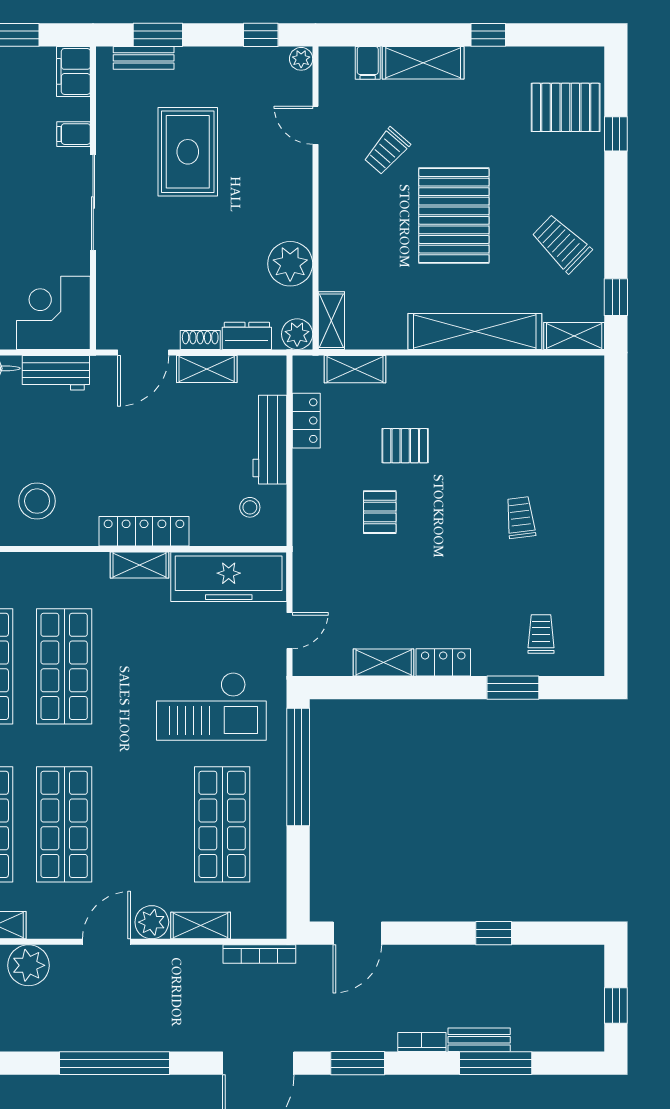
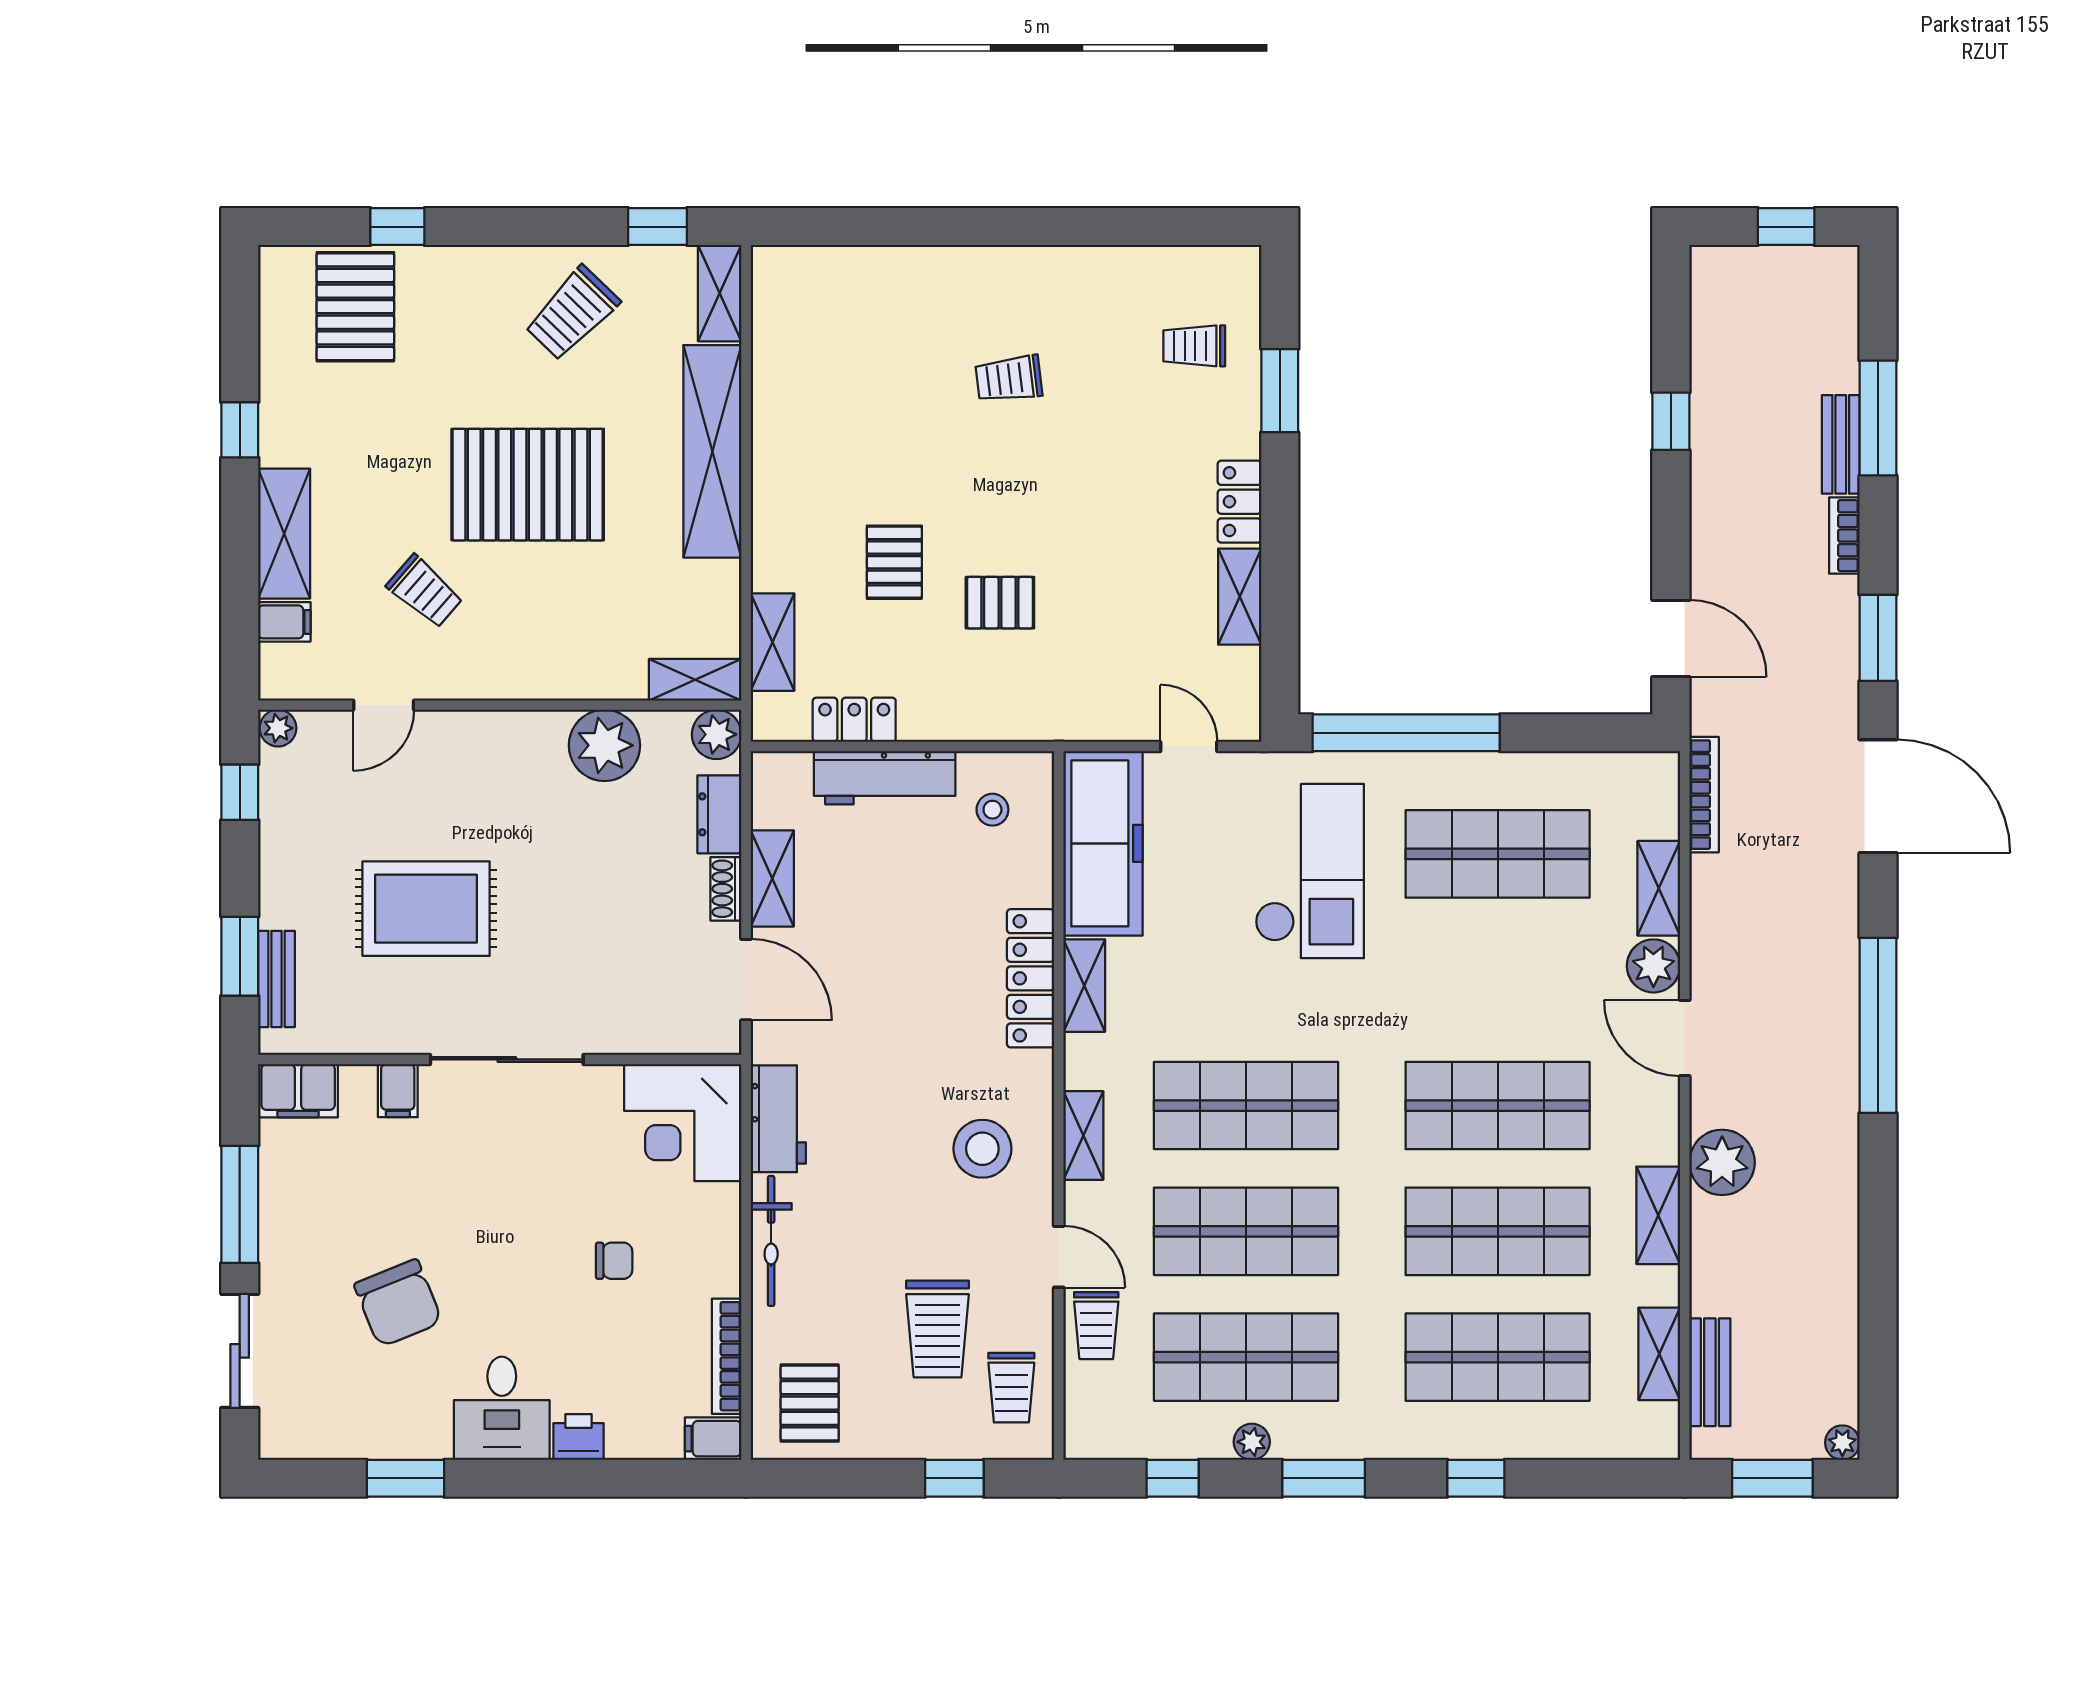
shelving: (45, 564) -> (1083, 1135), added

